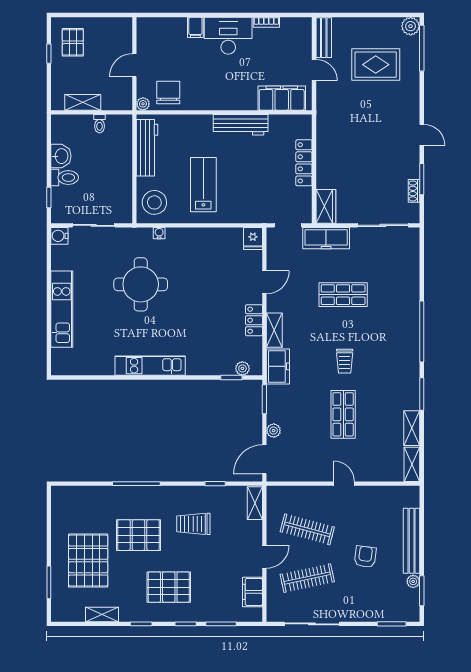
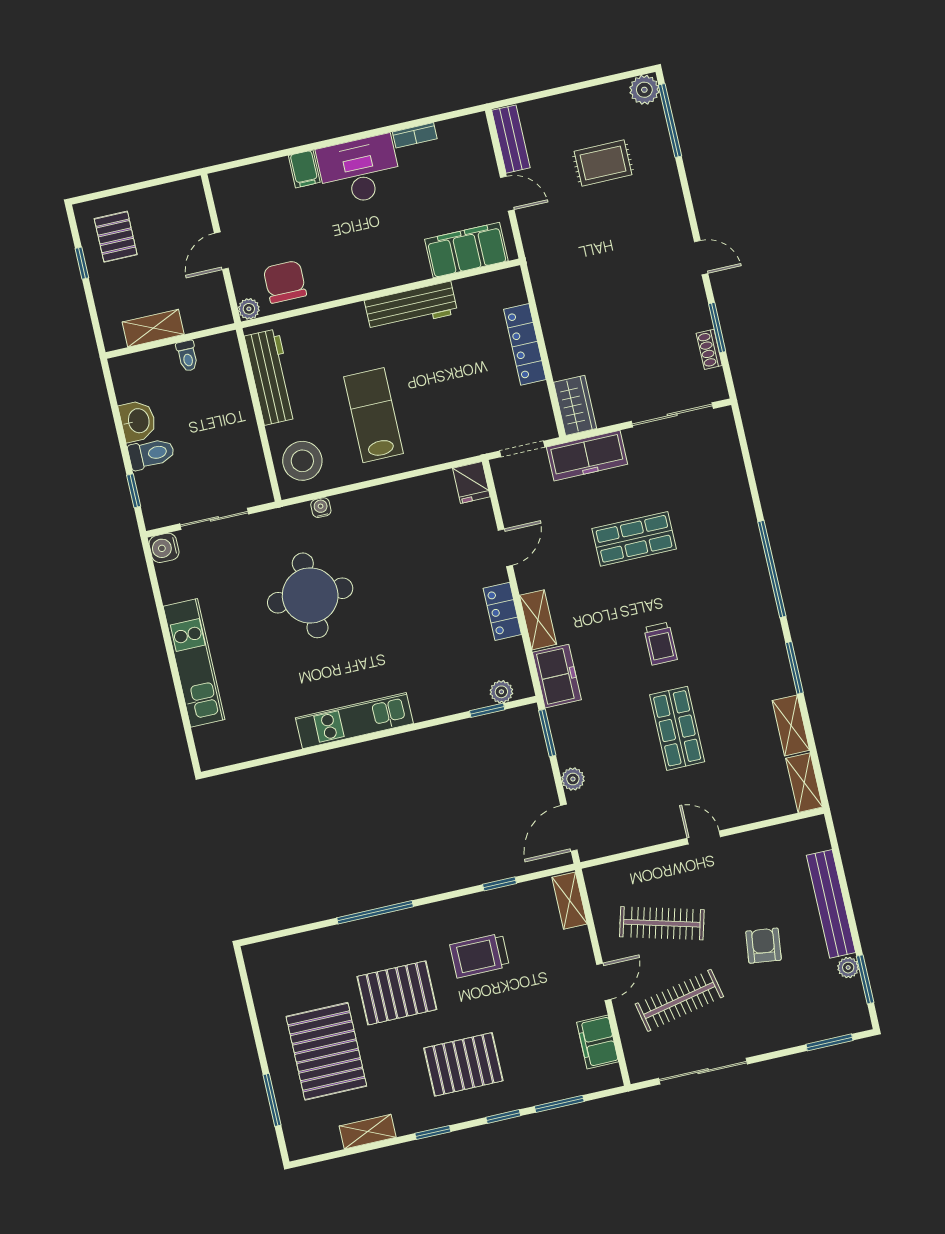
rug: (376, 65) -> (603, 163), width x0.73, depth x0.70

